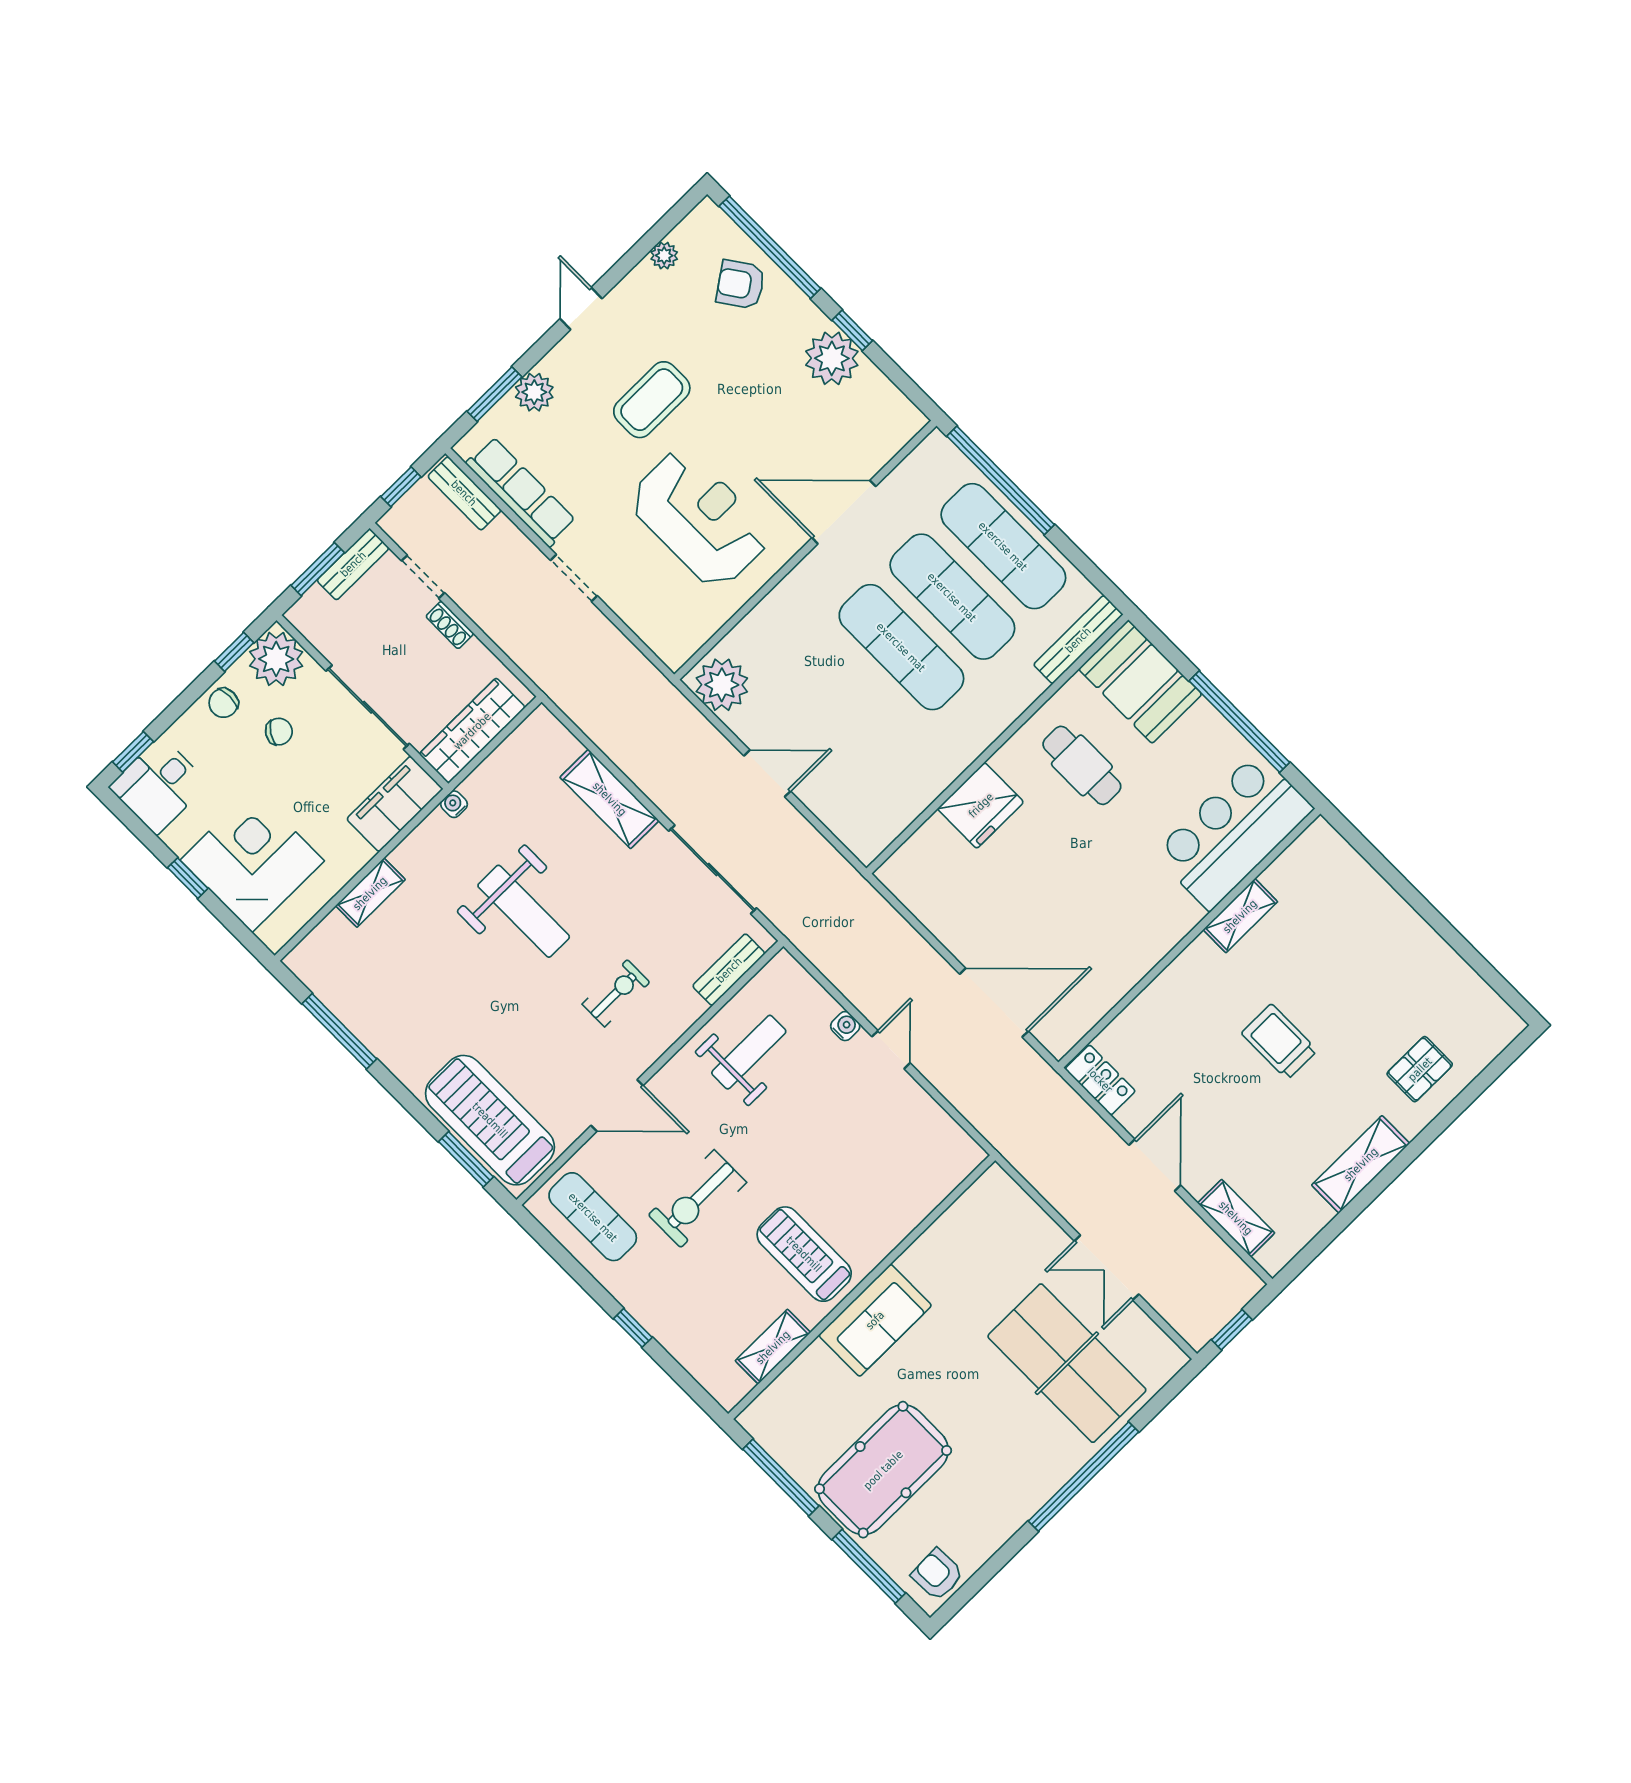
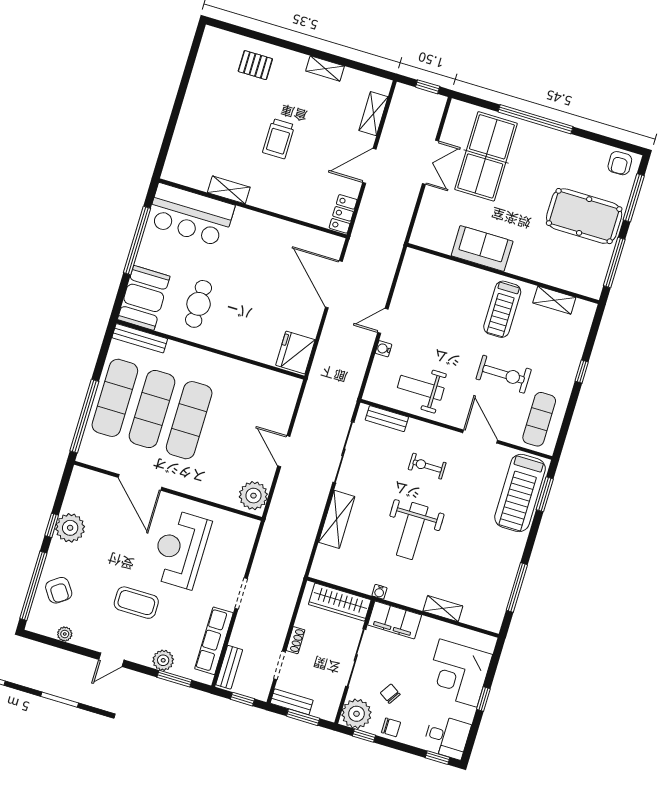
fridge: (981, 805) -> (295, 352), moved, turned -90
weight bench: (524, 911) -> (412, 531), turned 180
shelving: (1361, 1164) -> (325, 68), width x0.67, depth x0.75
sofa: (875, 1320) -> (482, 248), moved

